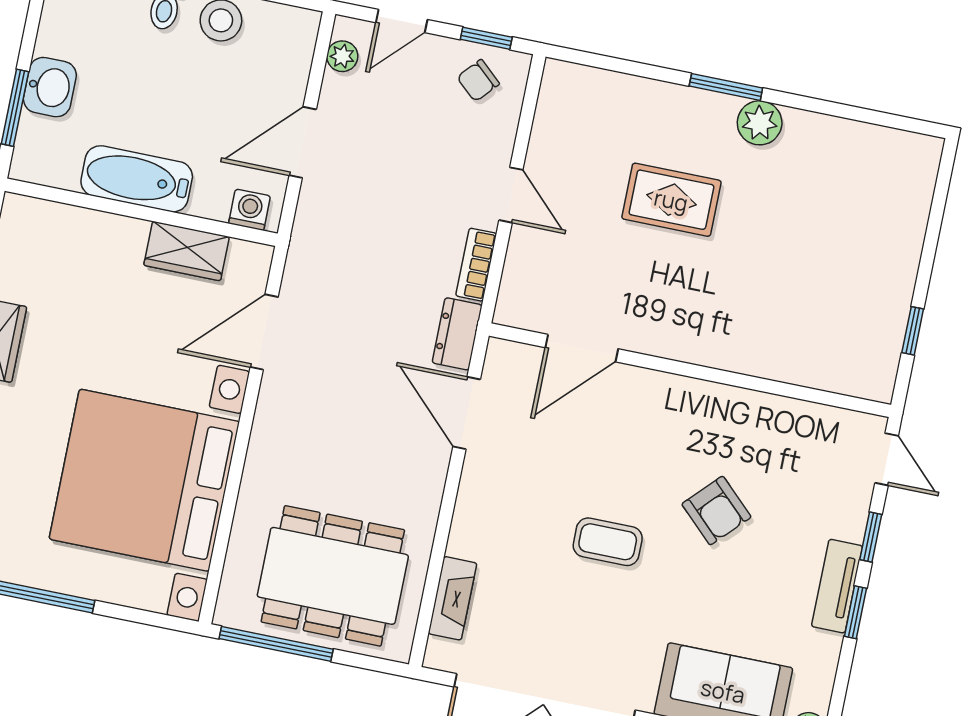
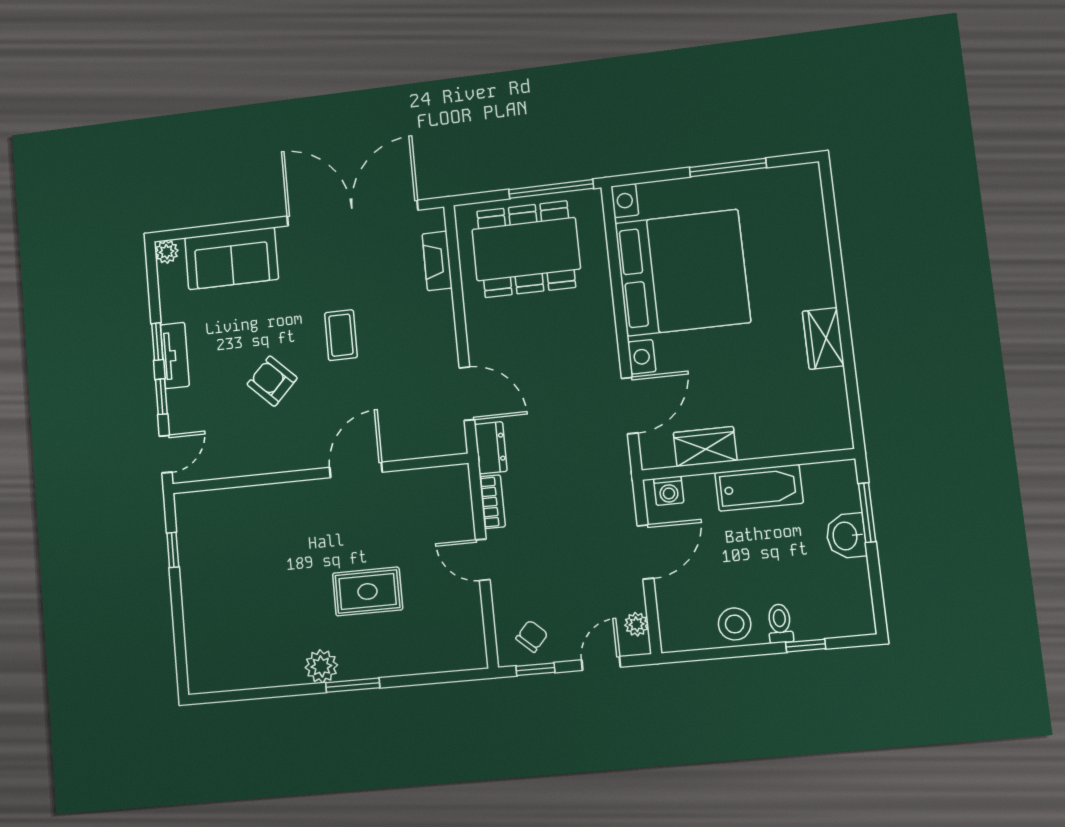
door: (582, 348) -> (356, 470), moved
door: (887, 459) -> (166, 454), swing flipped
coffee table: (608, 542) -> (341, 335), turned 90

